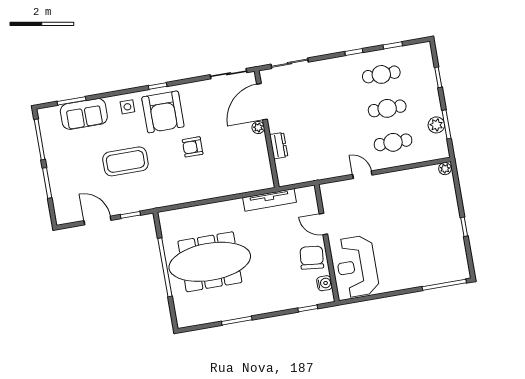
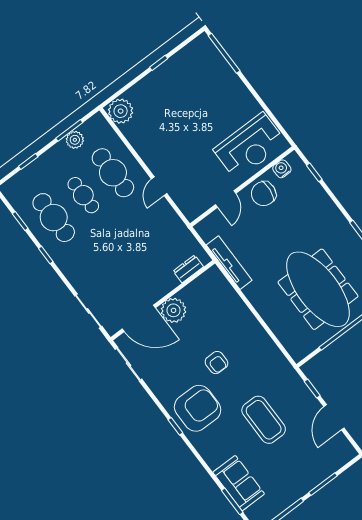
cafe table: (381, 74) -> (54, 218), width x1.37, depth x1.35
side table: (127, 107) -> (210, 445), removed
plant: (258, 127) -> (173, 310), width x1.88, depth x1.88
cafe table: (393, 142) -> (113, 173), width x1.37, depth x1.35
dresser: (279, 146) -> (188, 269), moved
plant: (445, 169) -> (121, 111), width x1.88, depth x1.88

